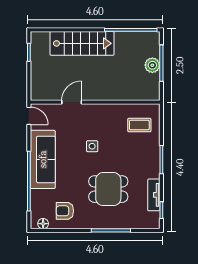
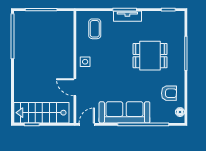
stairs: (82, 43) -> (41, 113), moved, turned -90
plant: (152, 65) -> (43, 18), removed
side table: (92, 146) -> (85, 62), moved
dining table: (108, 189) -> (150, 56), turned 90
tv unit: (154, 195) -> (127, 16), moved
armchair: (65, 211) -> (169, 93), turned -89

